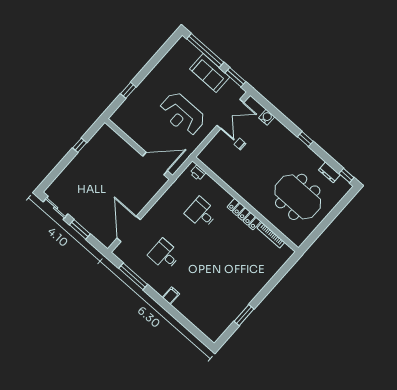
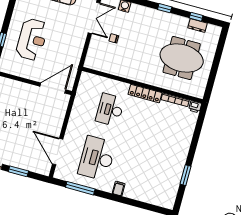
reception desk: (182, 114) -> (32, 39), moved, turned -90
printer: (198, 173) -> (195, 107), moved
window: (346, 175) -> (196, 17), moved
desk: (201, 213) -> (110, 110), width x1.37
desk: (164, 255) -> (97, 158), width x1.87, depth x1.30

